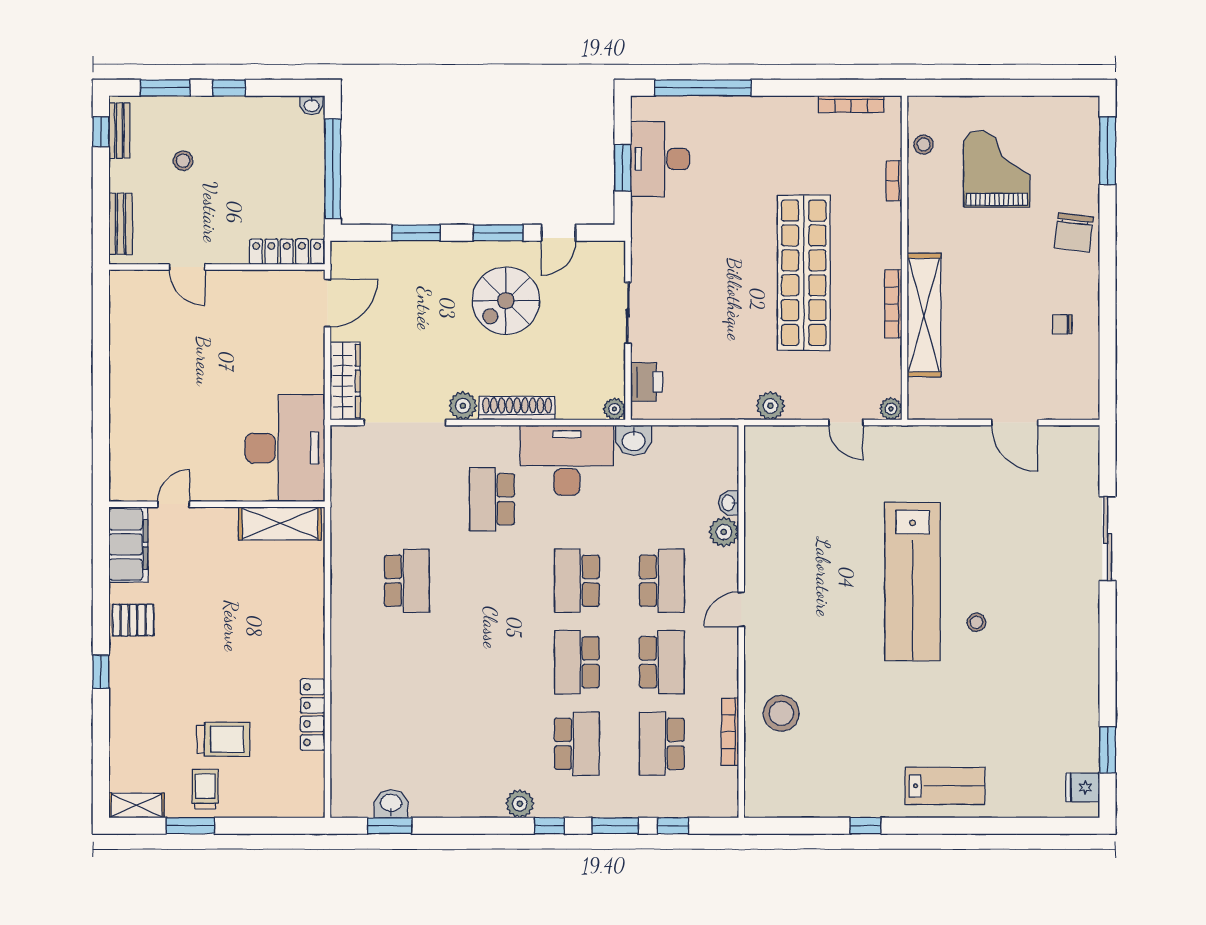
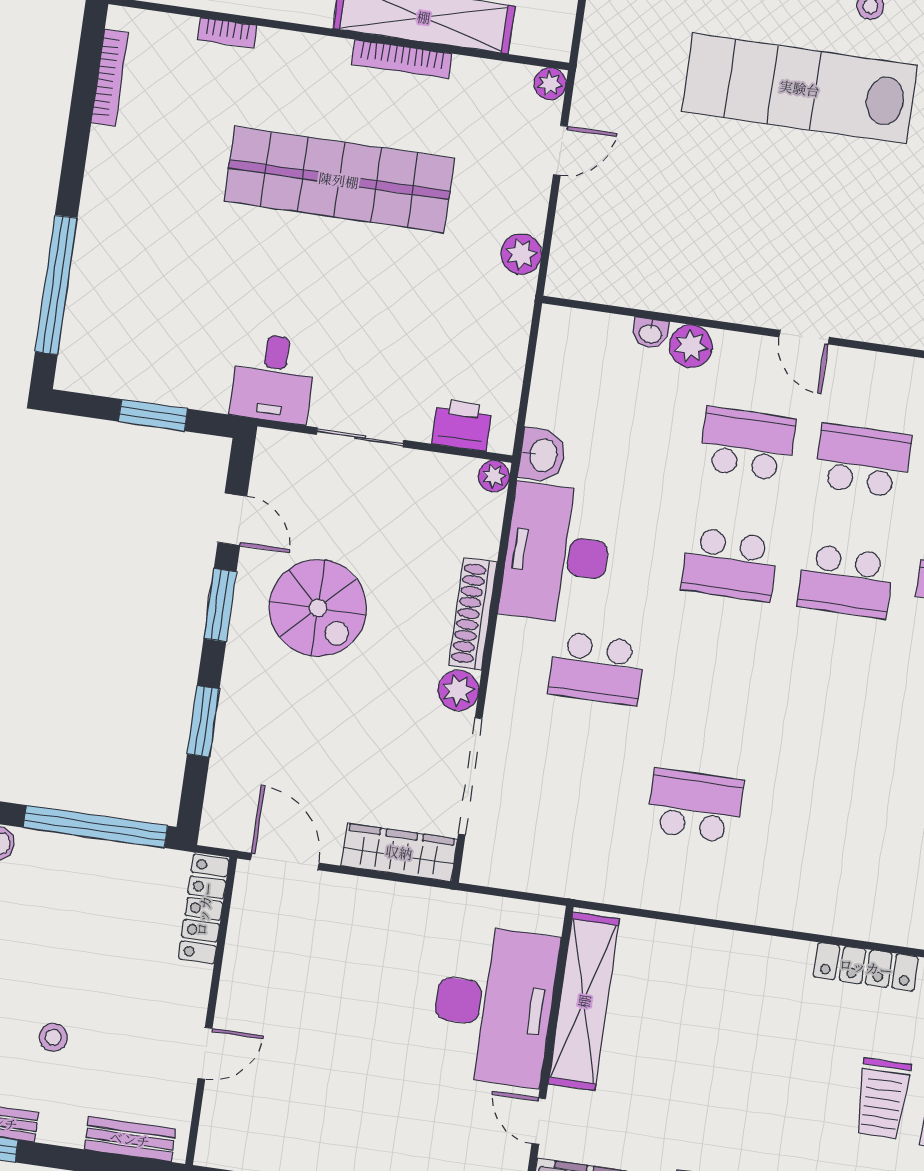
desk: (660, 159) -> (273, 378), moved, width x0.73
desk: (285, 448) -> (494, 1005), moved, turned 90
shelving: (280, 523) -> (584, 1001), width x1.47
lab bench: (913, 582) -> (800, 88), turned 180
trolley: (223, 739) -> (882, 1098), turned 180

